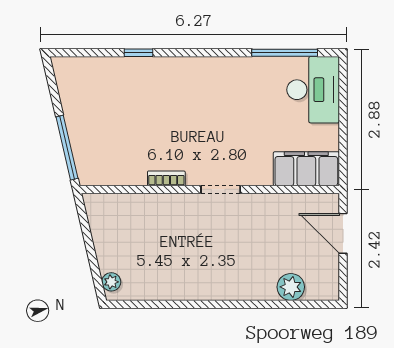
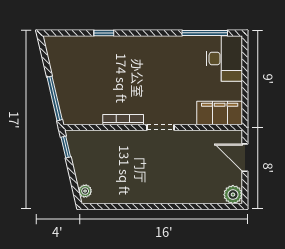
bookcase: (166, 178) -> (123, 120), width x1.56
window: (83, 218) -> (66, 147), added
plant: (291, 287) -> (233, 195), moved

